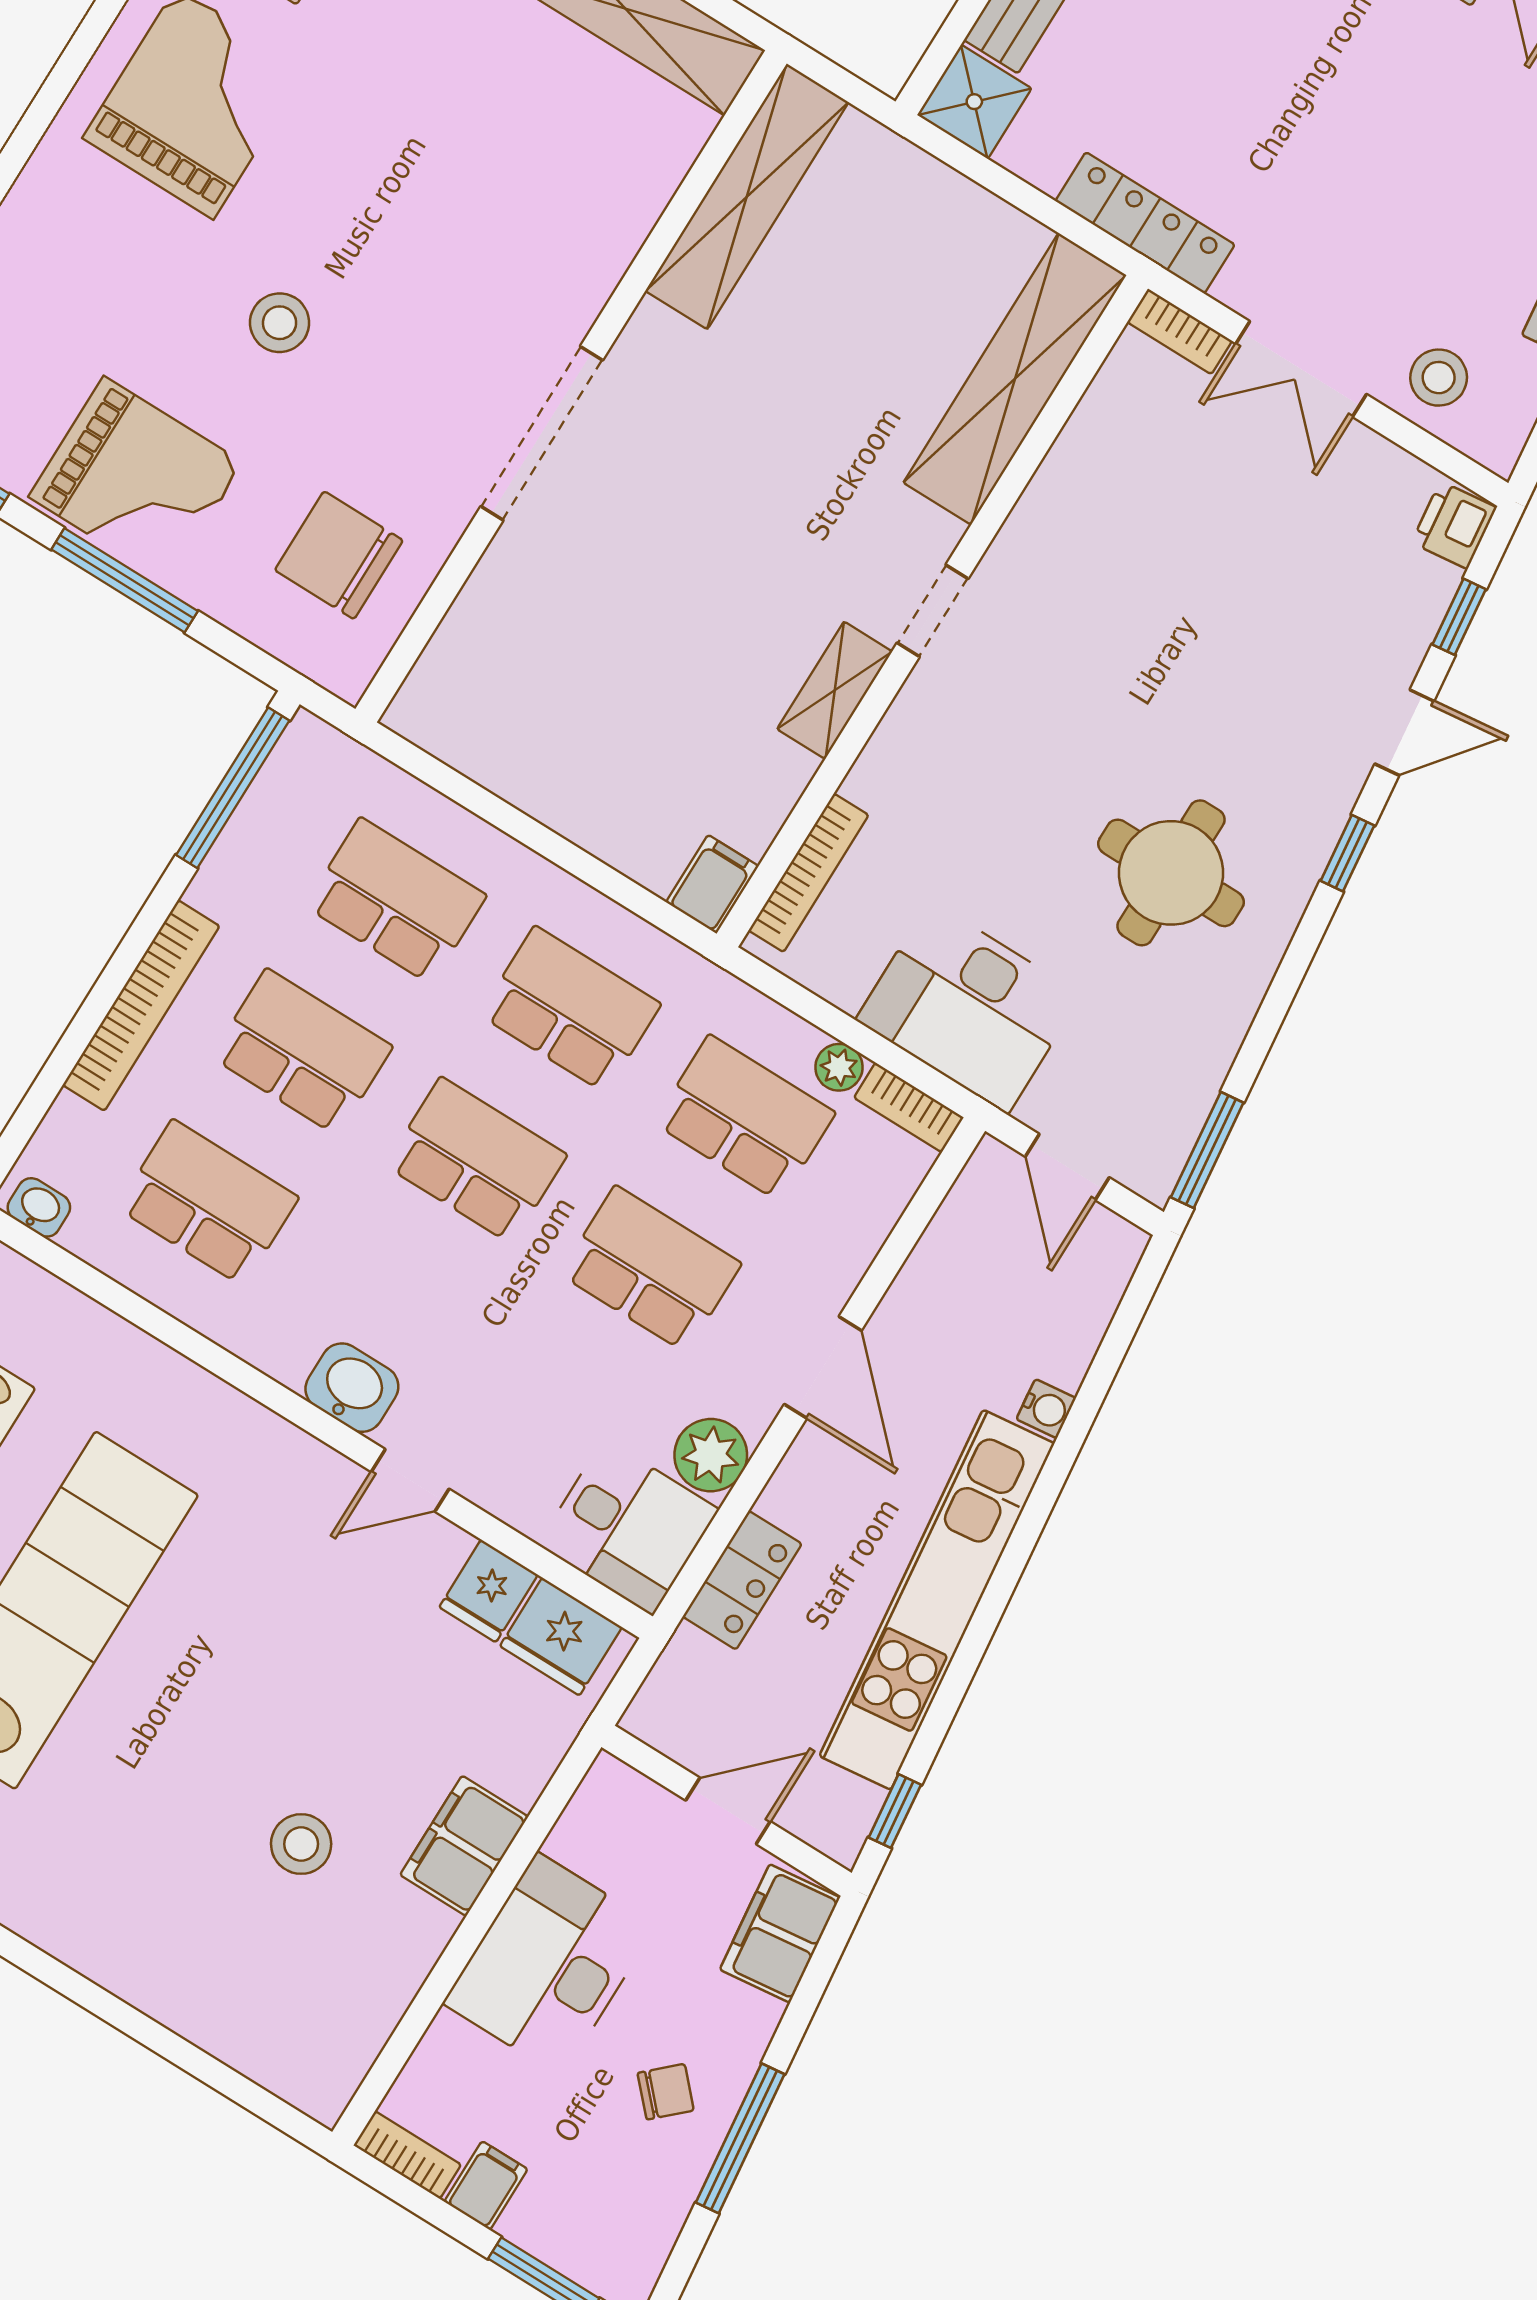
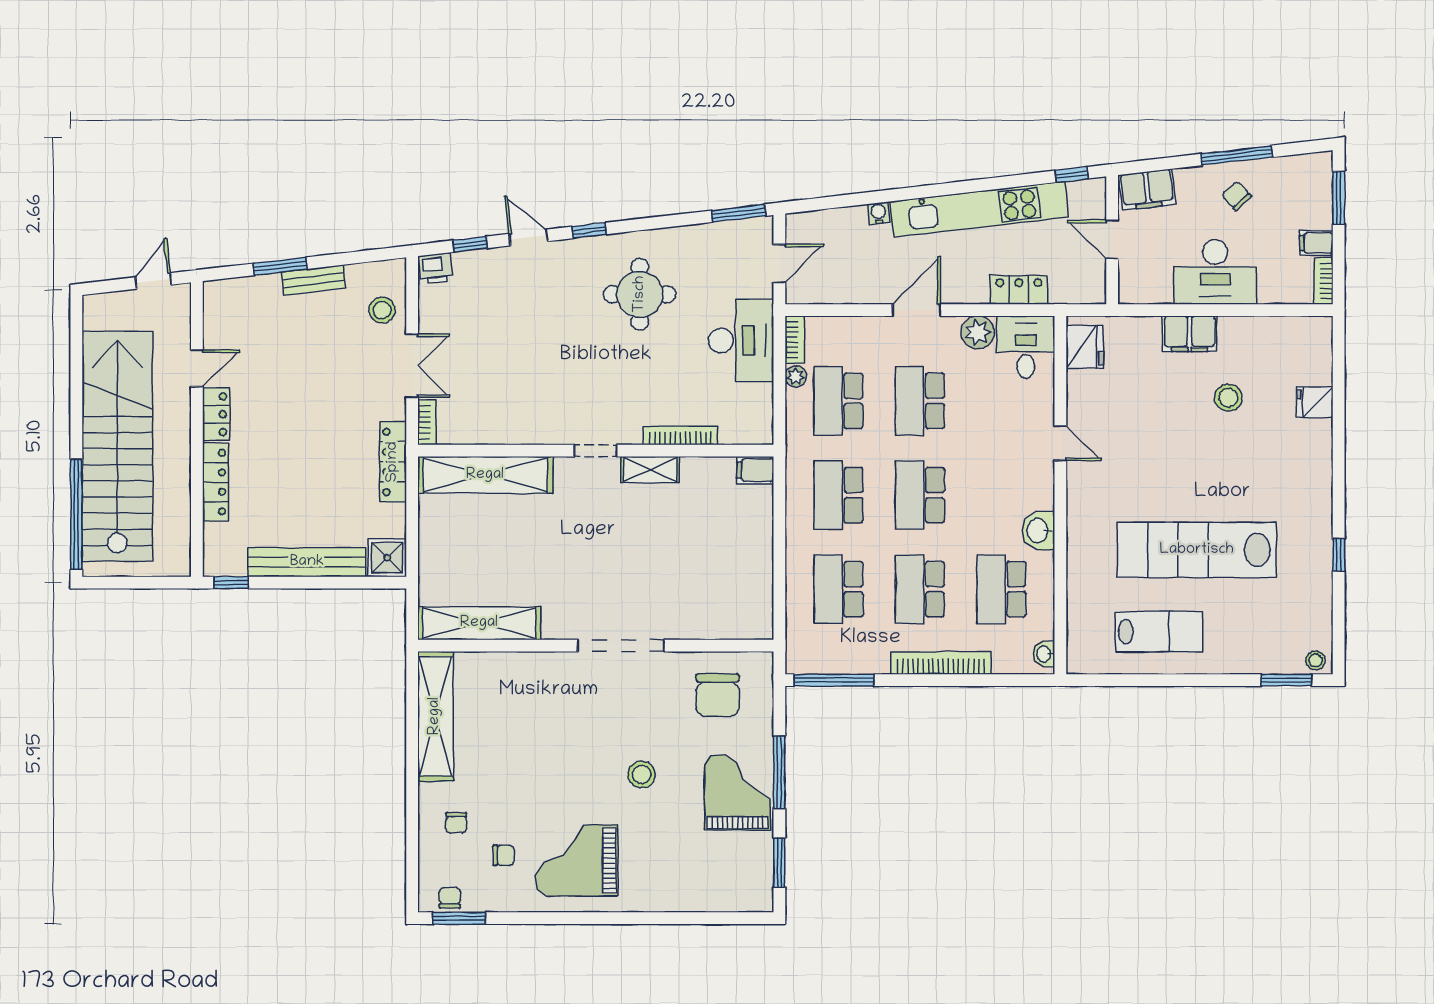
bookcase: (809, 873) -> (681, 435), moved
washbasin: (352, 1388) -> (1038, 531), moved
fridge: (488, 1591) -> (1315, 402), moved, turned 180

